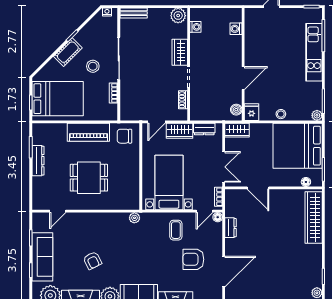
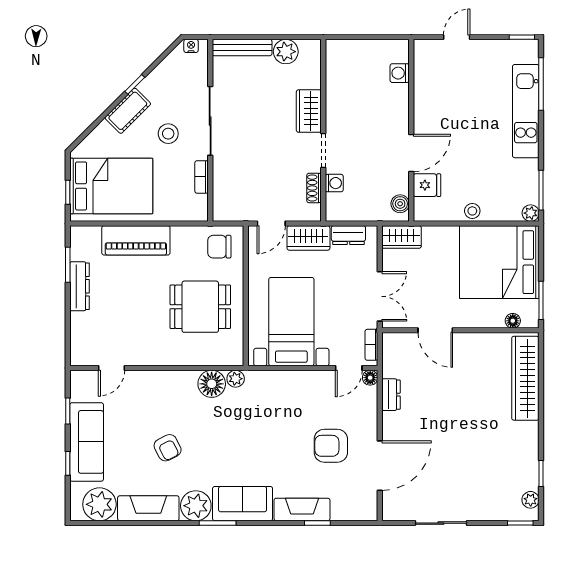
bench: (134, 13) -> (242, 48), width x1.36
plant: (178, 16) -> (286, 52), moved
washing machine: (195, 27) -> (334, 183), moved
fridge: (251, 112) -> (427, 185), moved, turned 90
piano: (88, 132) -> (136, 240), moved
dining table: (89, 178) -> (200, 307), moved
floor lamp: (120, 221) -> (212, 384), added
coffee table: (176, 230) -> (303, 399), removed

